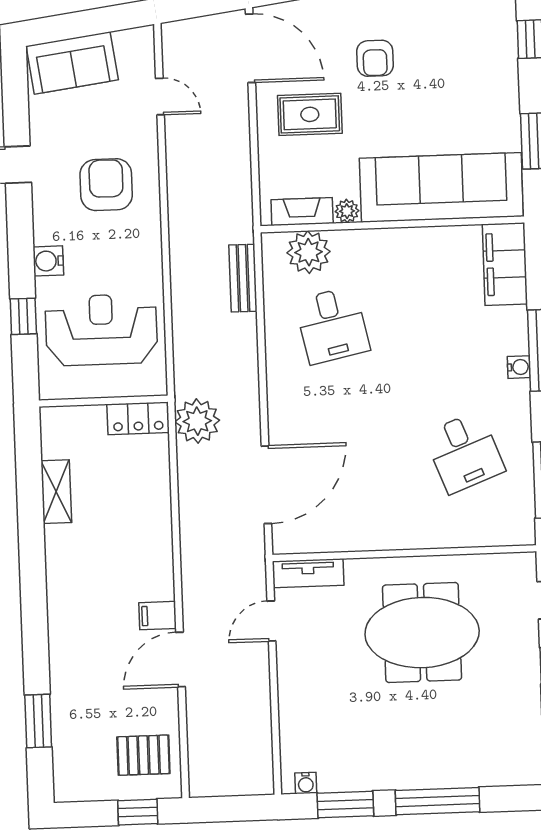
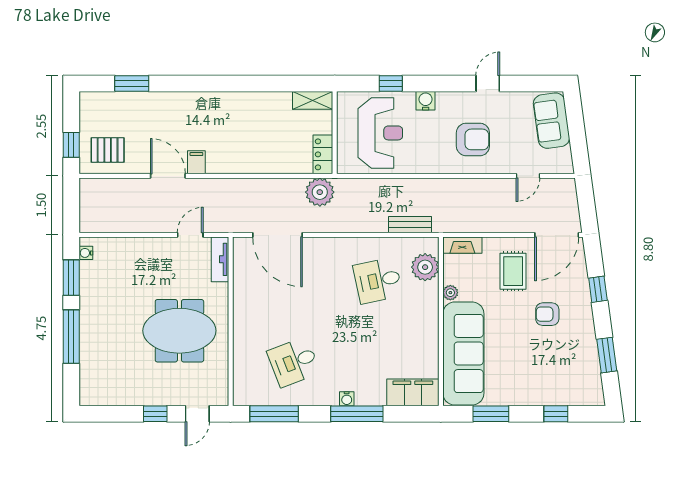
fireplace: (302, 212) -> (462, 245), moved, turned 90
shelving: (56, 492) -> (313, 100), moved
door: (271, 621) -> (190, 235), hinge flipped
meeting table: (422, 633) -> (179, 331), turned 90
pallet: (143, 755) -> (108, 150), turned 90

